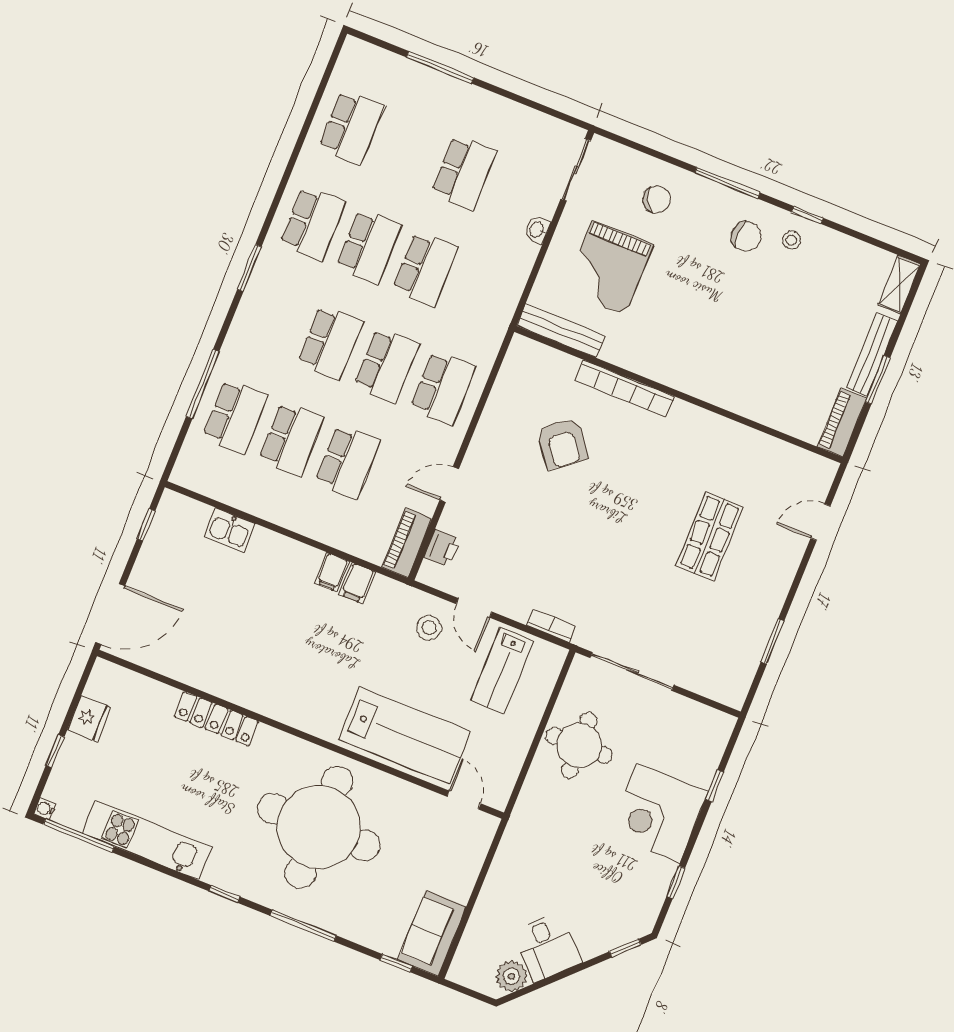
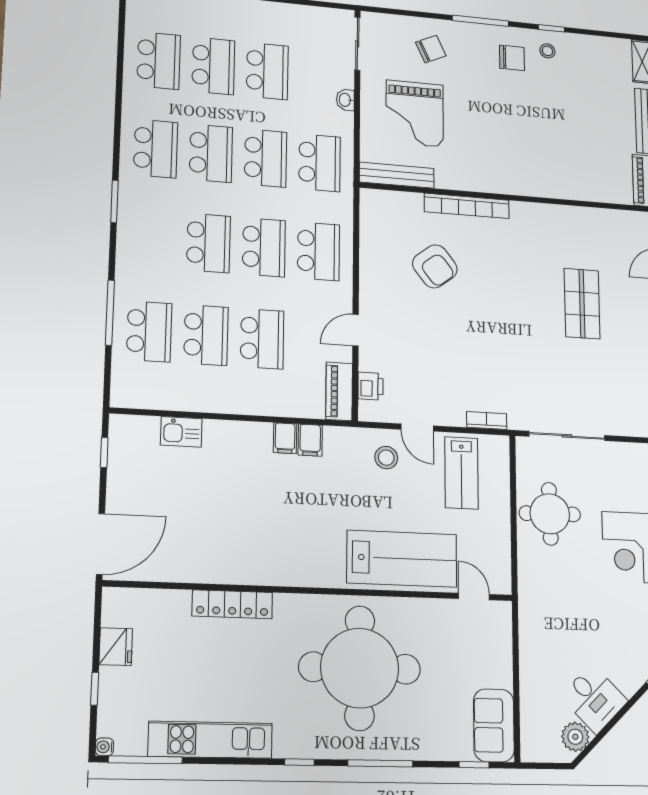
school desk: (408, 150) -> (213, 66), added
school desk: (481, 291) -> (320, 163), added

